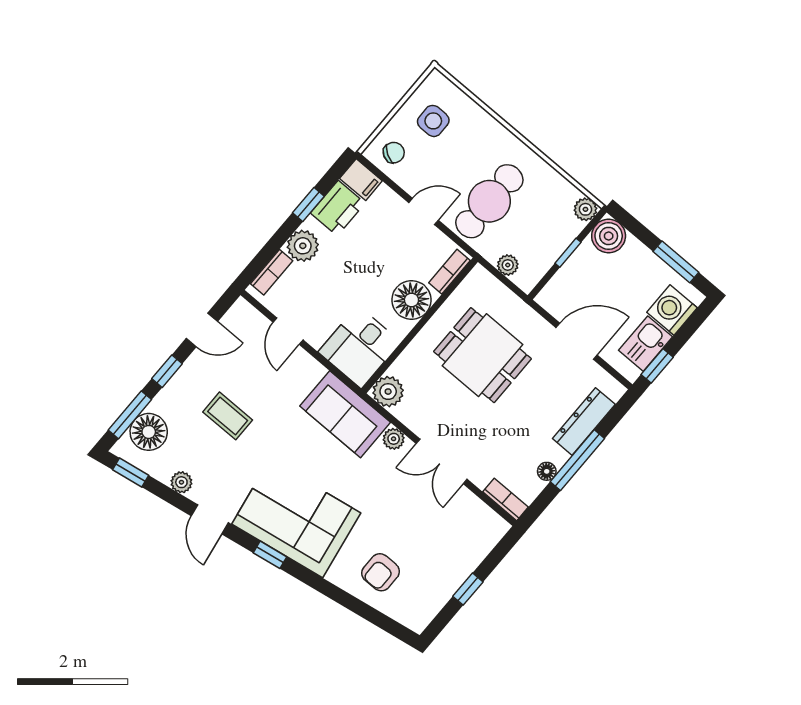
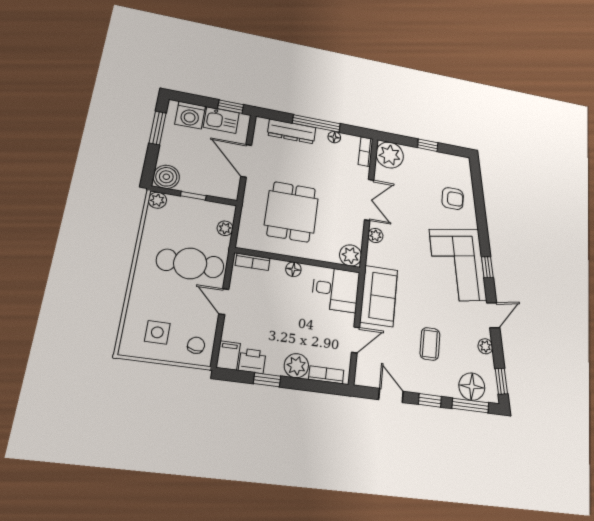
chair: (394, 153) -> (196, 345), turned 69
printer: (338, 208) -> (252, 361), width x0.73, depth x0.81
floor lamp: (411, 300) -> (293, 269), width x0.53, depth x0.53
sofa: (345, 414) -> (379, 296), moved
plant: (484, 528) -> (390, 155), added

